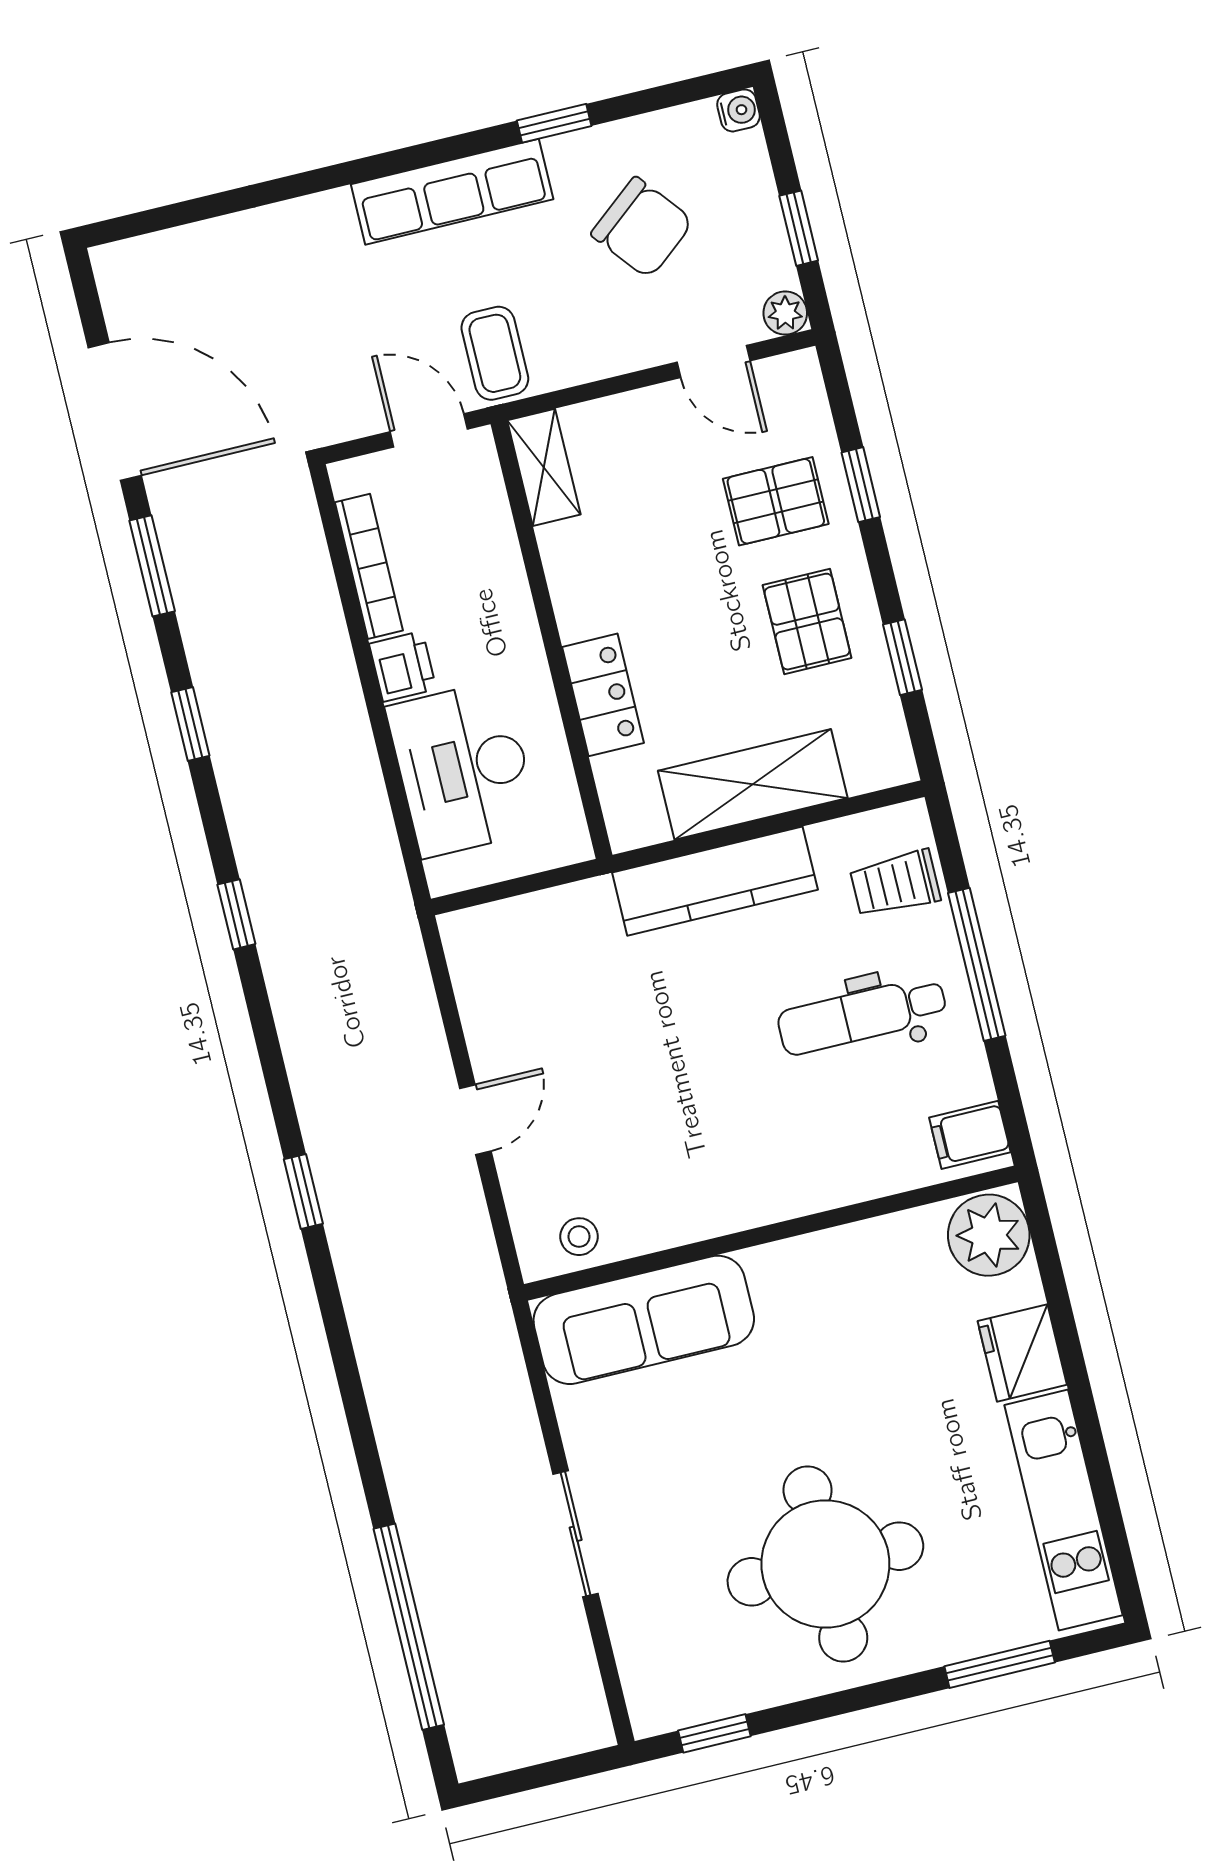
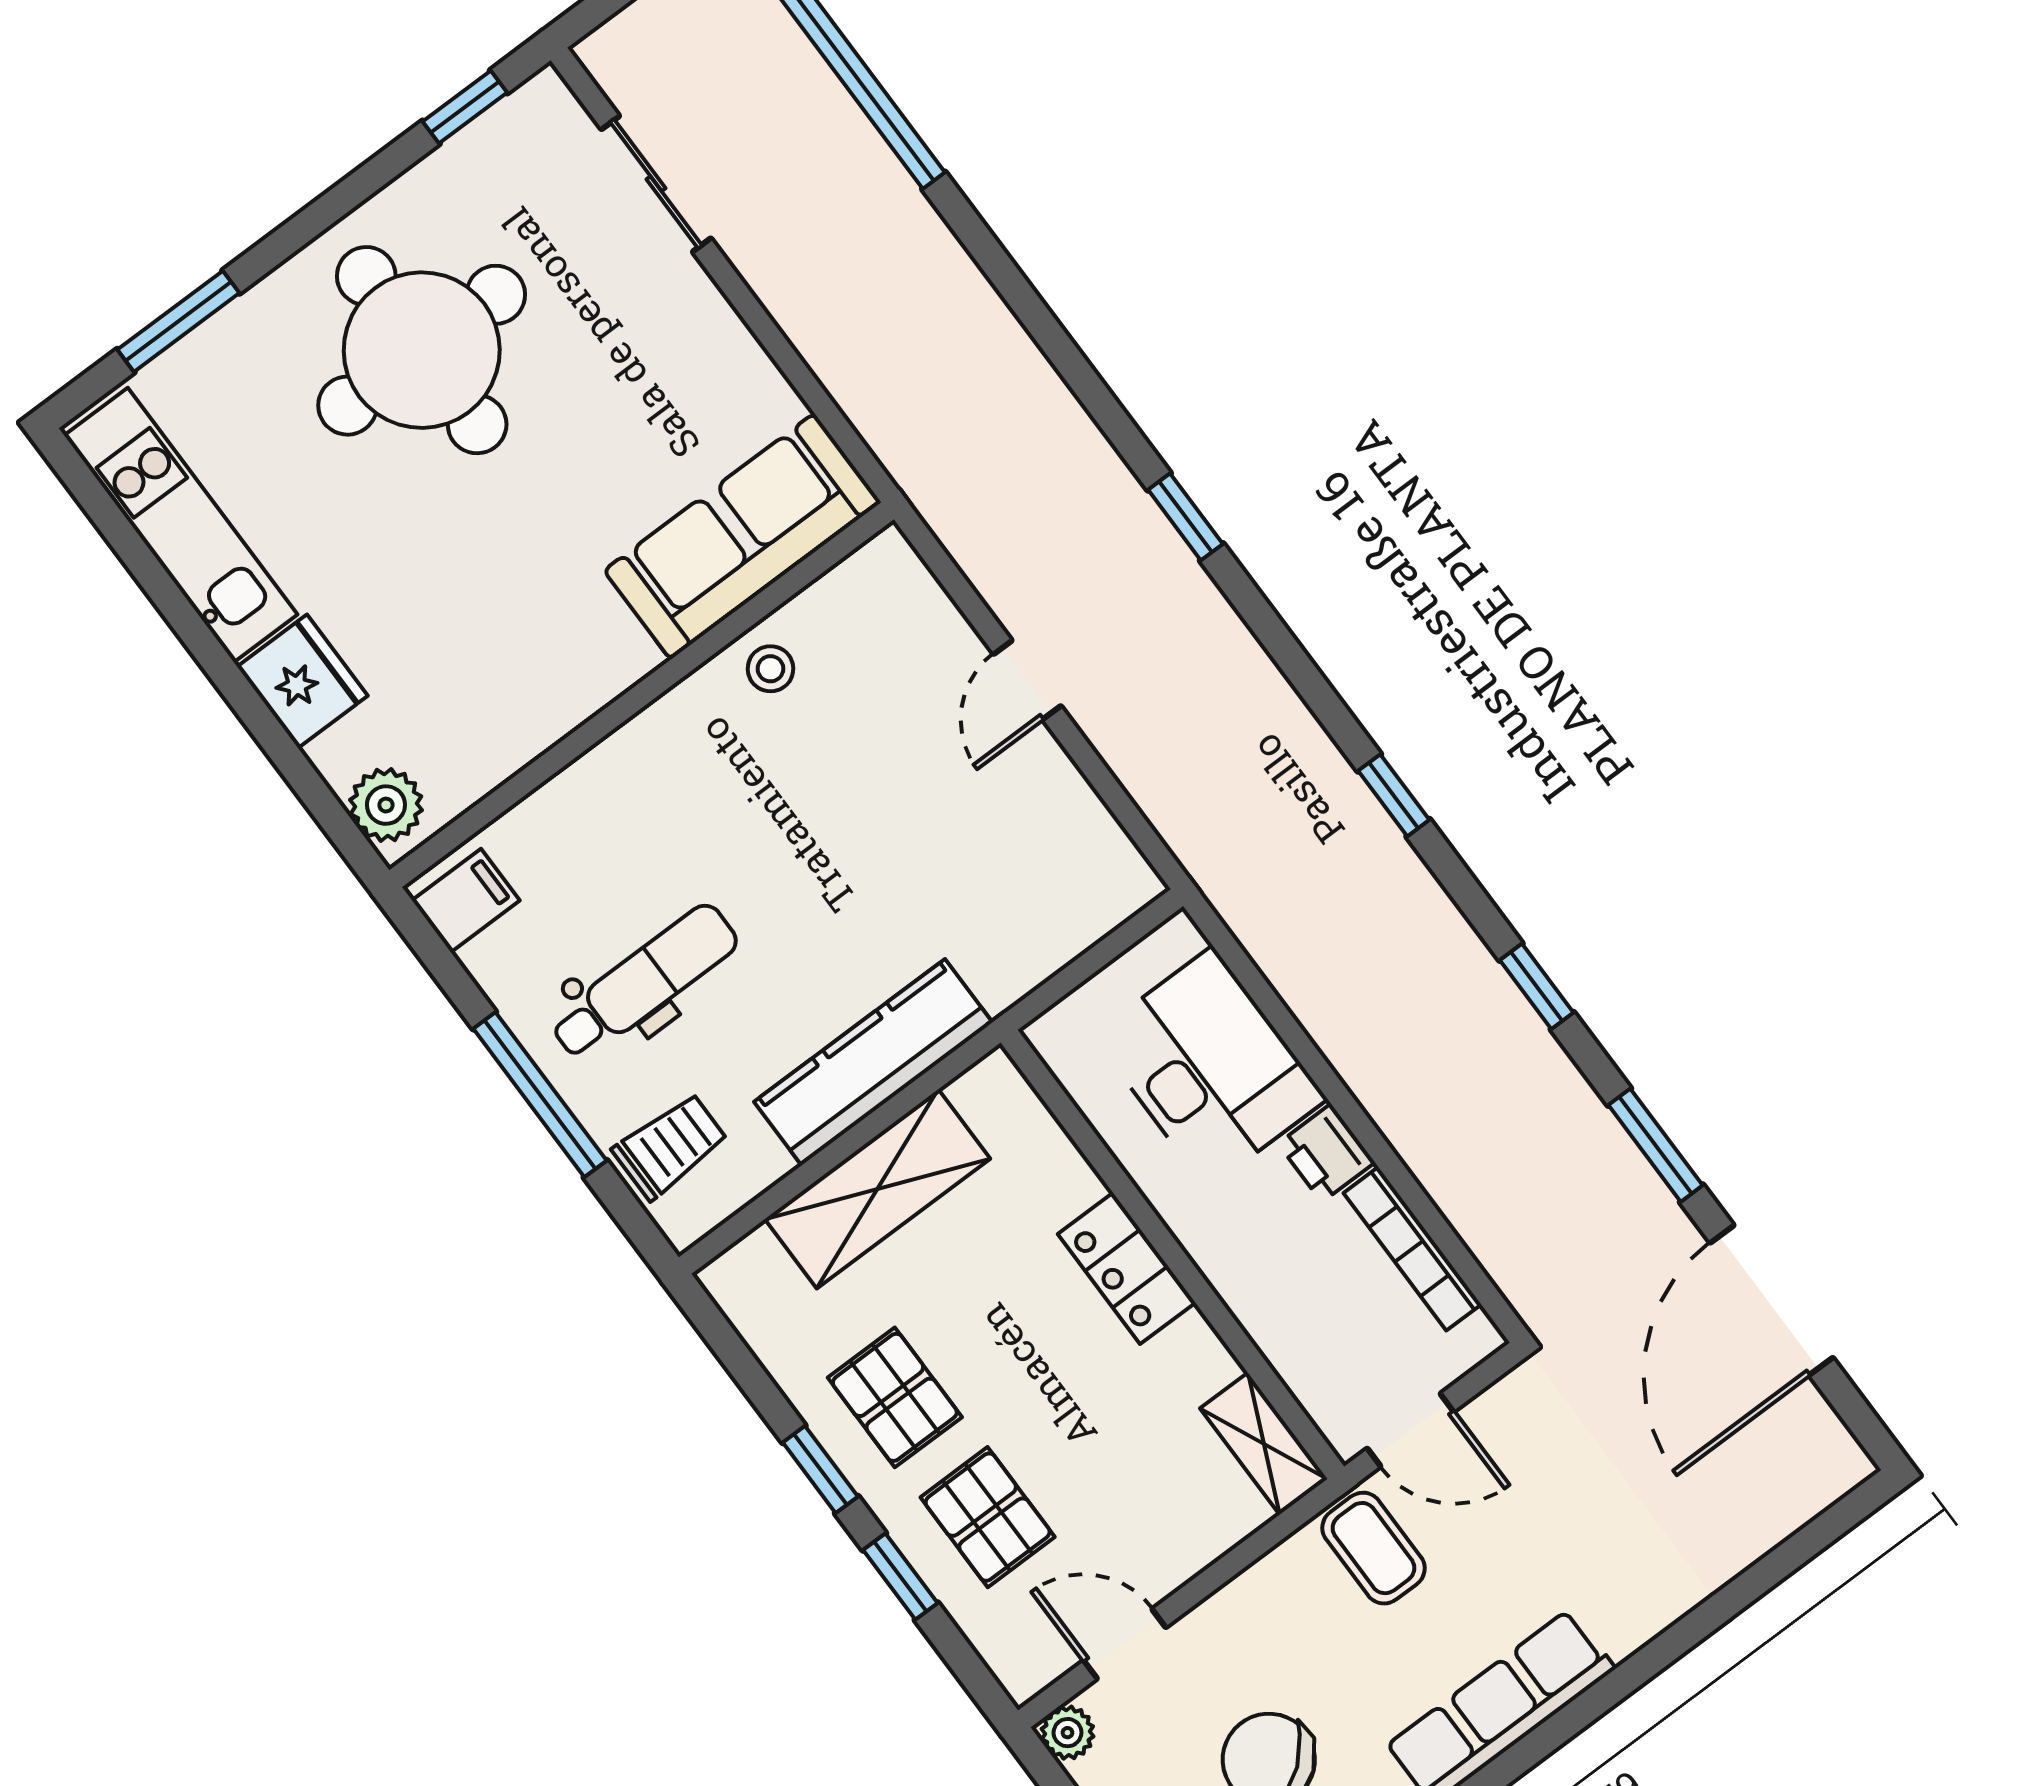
door: (115, 411) -> (1772, 1300), hinge flipped
pallet: (776, 501) -> (988, 1517), turned 90
window: (902, 657) -> (820, 1469), moved
locker: (603, 695) -> (1127, 1268), moved
plant: (989, 1235) -> (386, 805), width x0.73, depth x0.73
stool: (579, 1237) -> (771, 669), moved
sliding door: (576, 1534) -> (656, 184), moved

